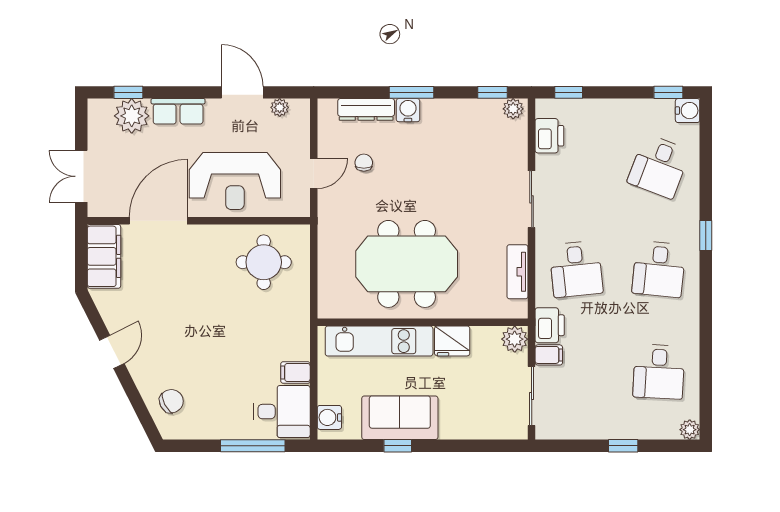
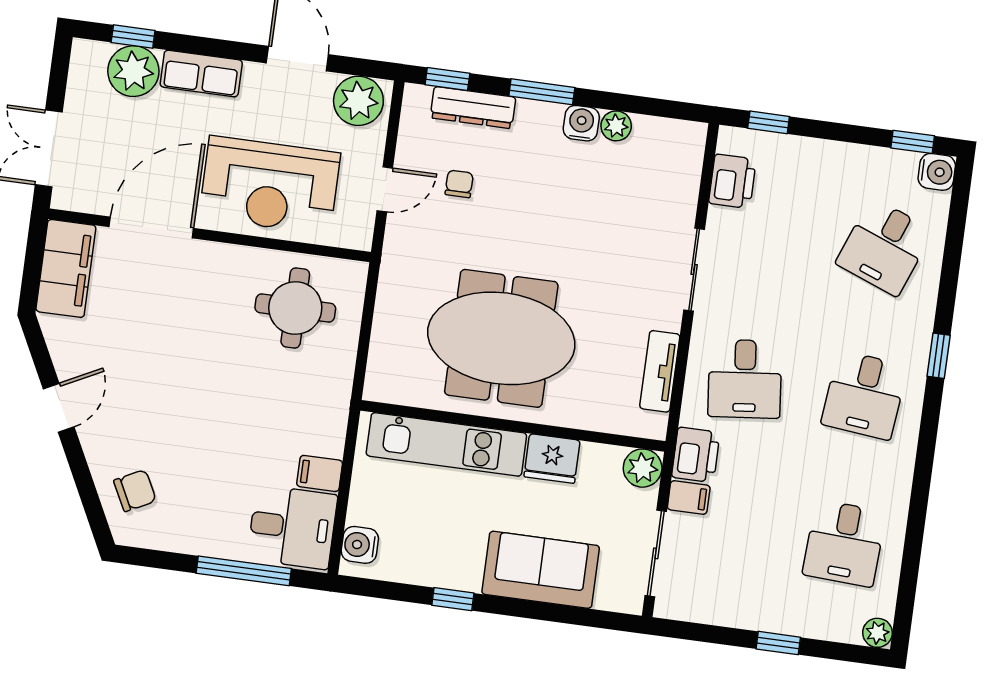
window: (493, 92) -> (447, 79), moved
plant: (280, 107) -> (358, 101), width x1.88, depth x1.88
plant: (513, 109) -> (616, 126), moved
water cooler: (408, 110) -> (581, 123), moved
sofa: (400, 418) -> (541, 570), moved

